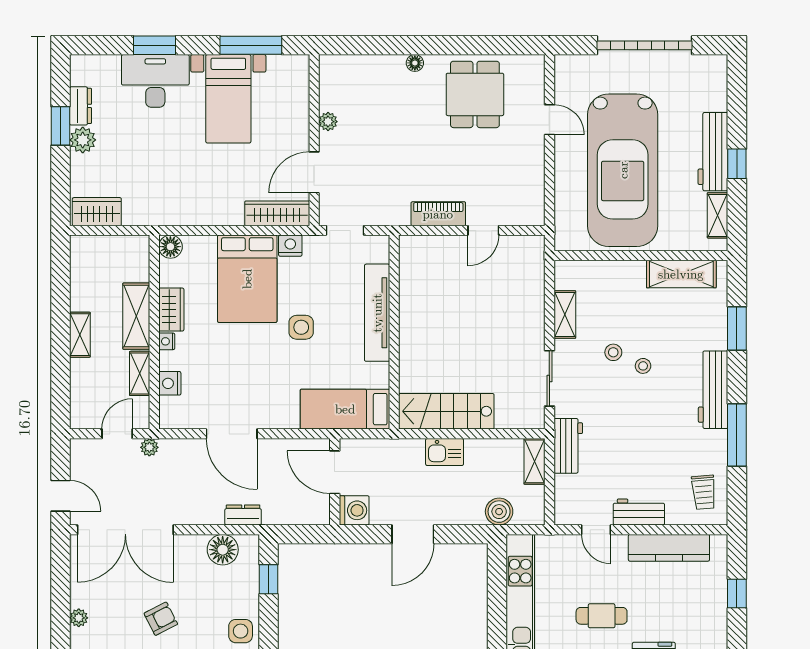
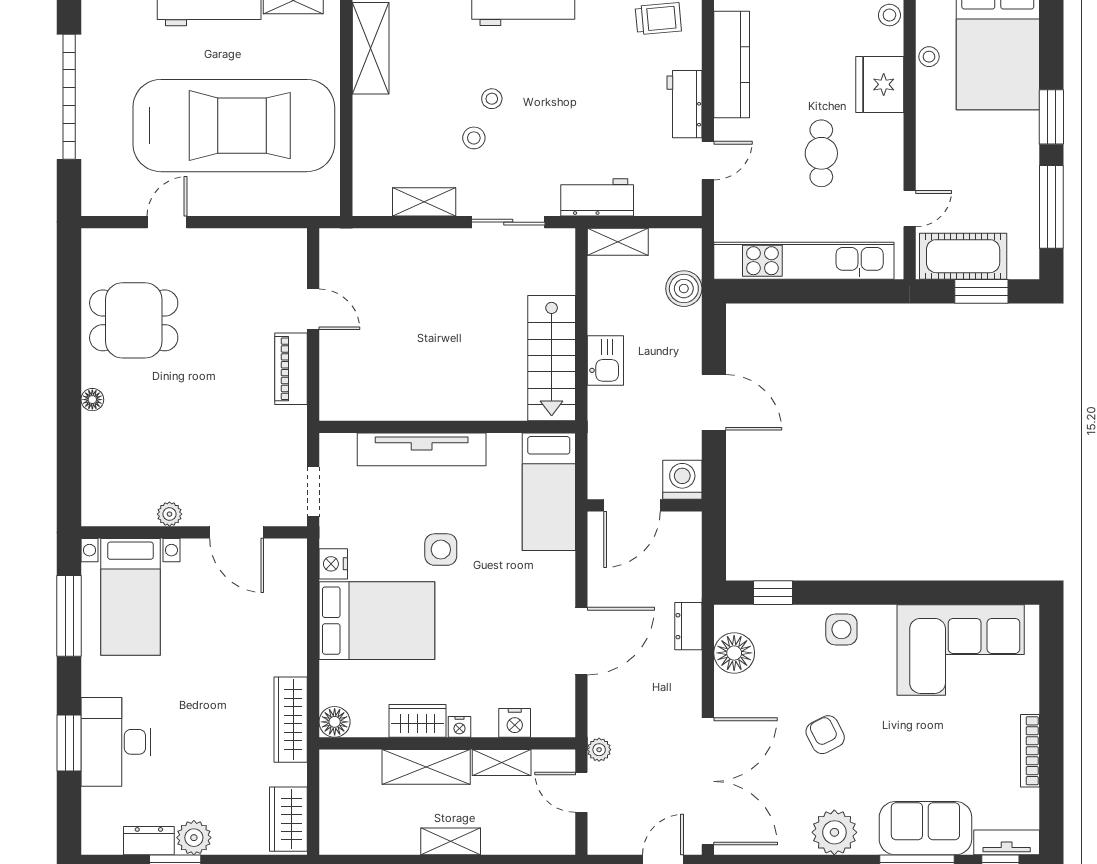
bed with nightstands: (228, 99) -> (130, 597), moved, turned 90
wardrobe: (277, 213) -> (291, 720), moved
plant: (79, 618) -> (834, 832), width x1.88, depth x1.88

